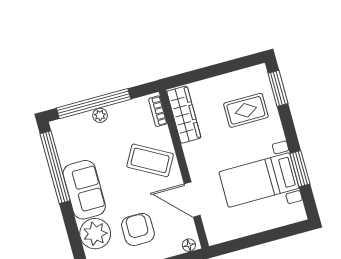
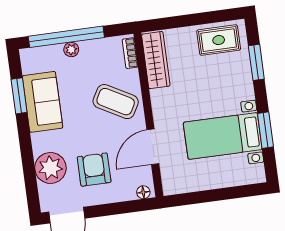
window: (278, 88) -> (256, 62), moved
rug: (246, 110) -> (219, 40), moved
window: (55, 167) -> (19, 96), width x0.47
sofa: (84, 190) -> (43, 102), moved
door: (192, 200) -> (153, 147), hinge flipped

